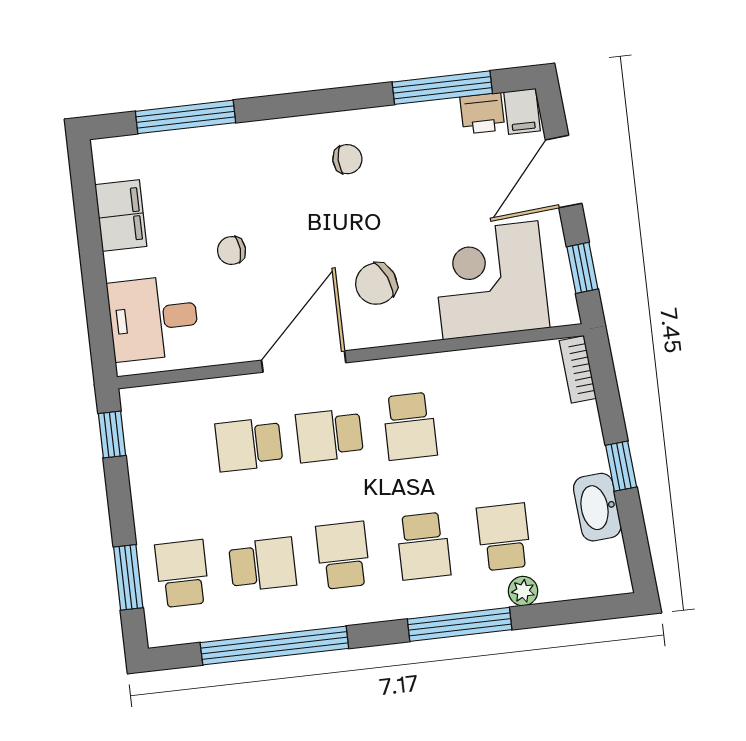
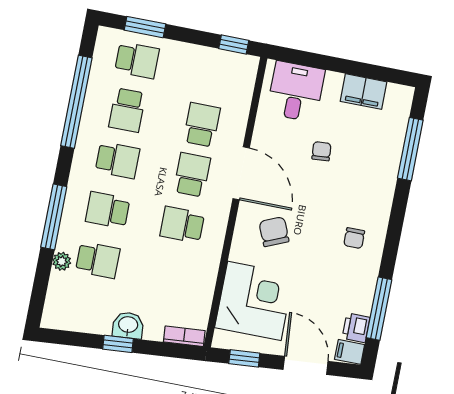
washbasin: (597, 507) -> (128, 325), moved, width x0.72

